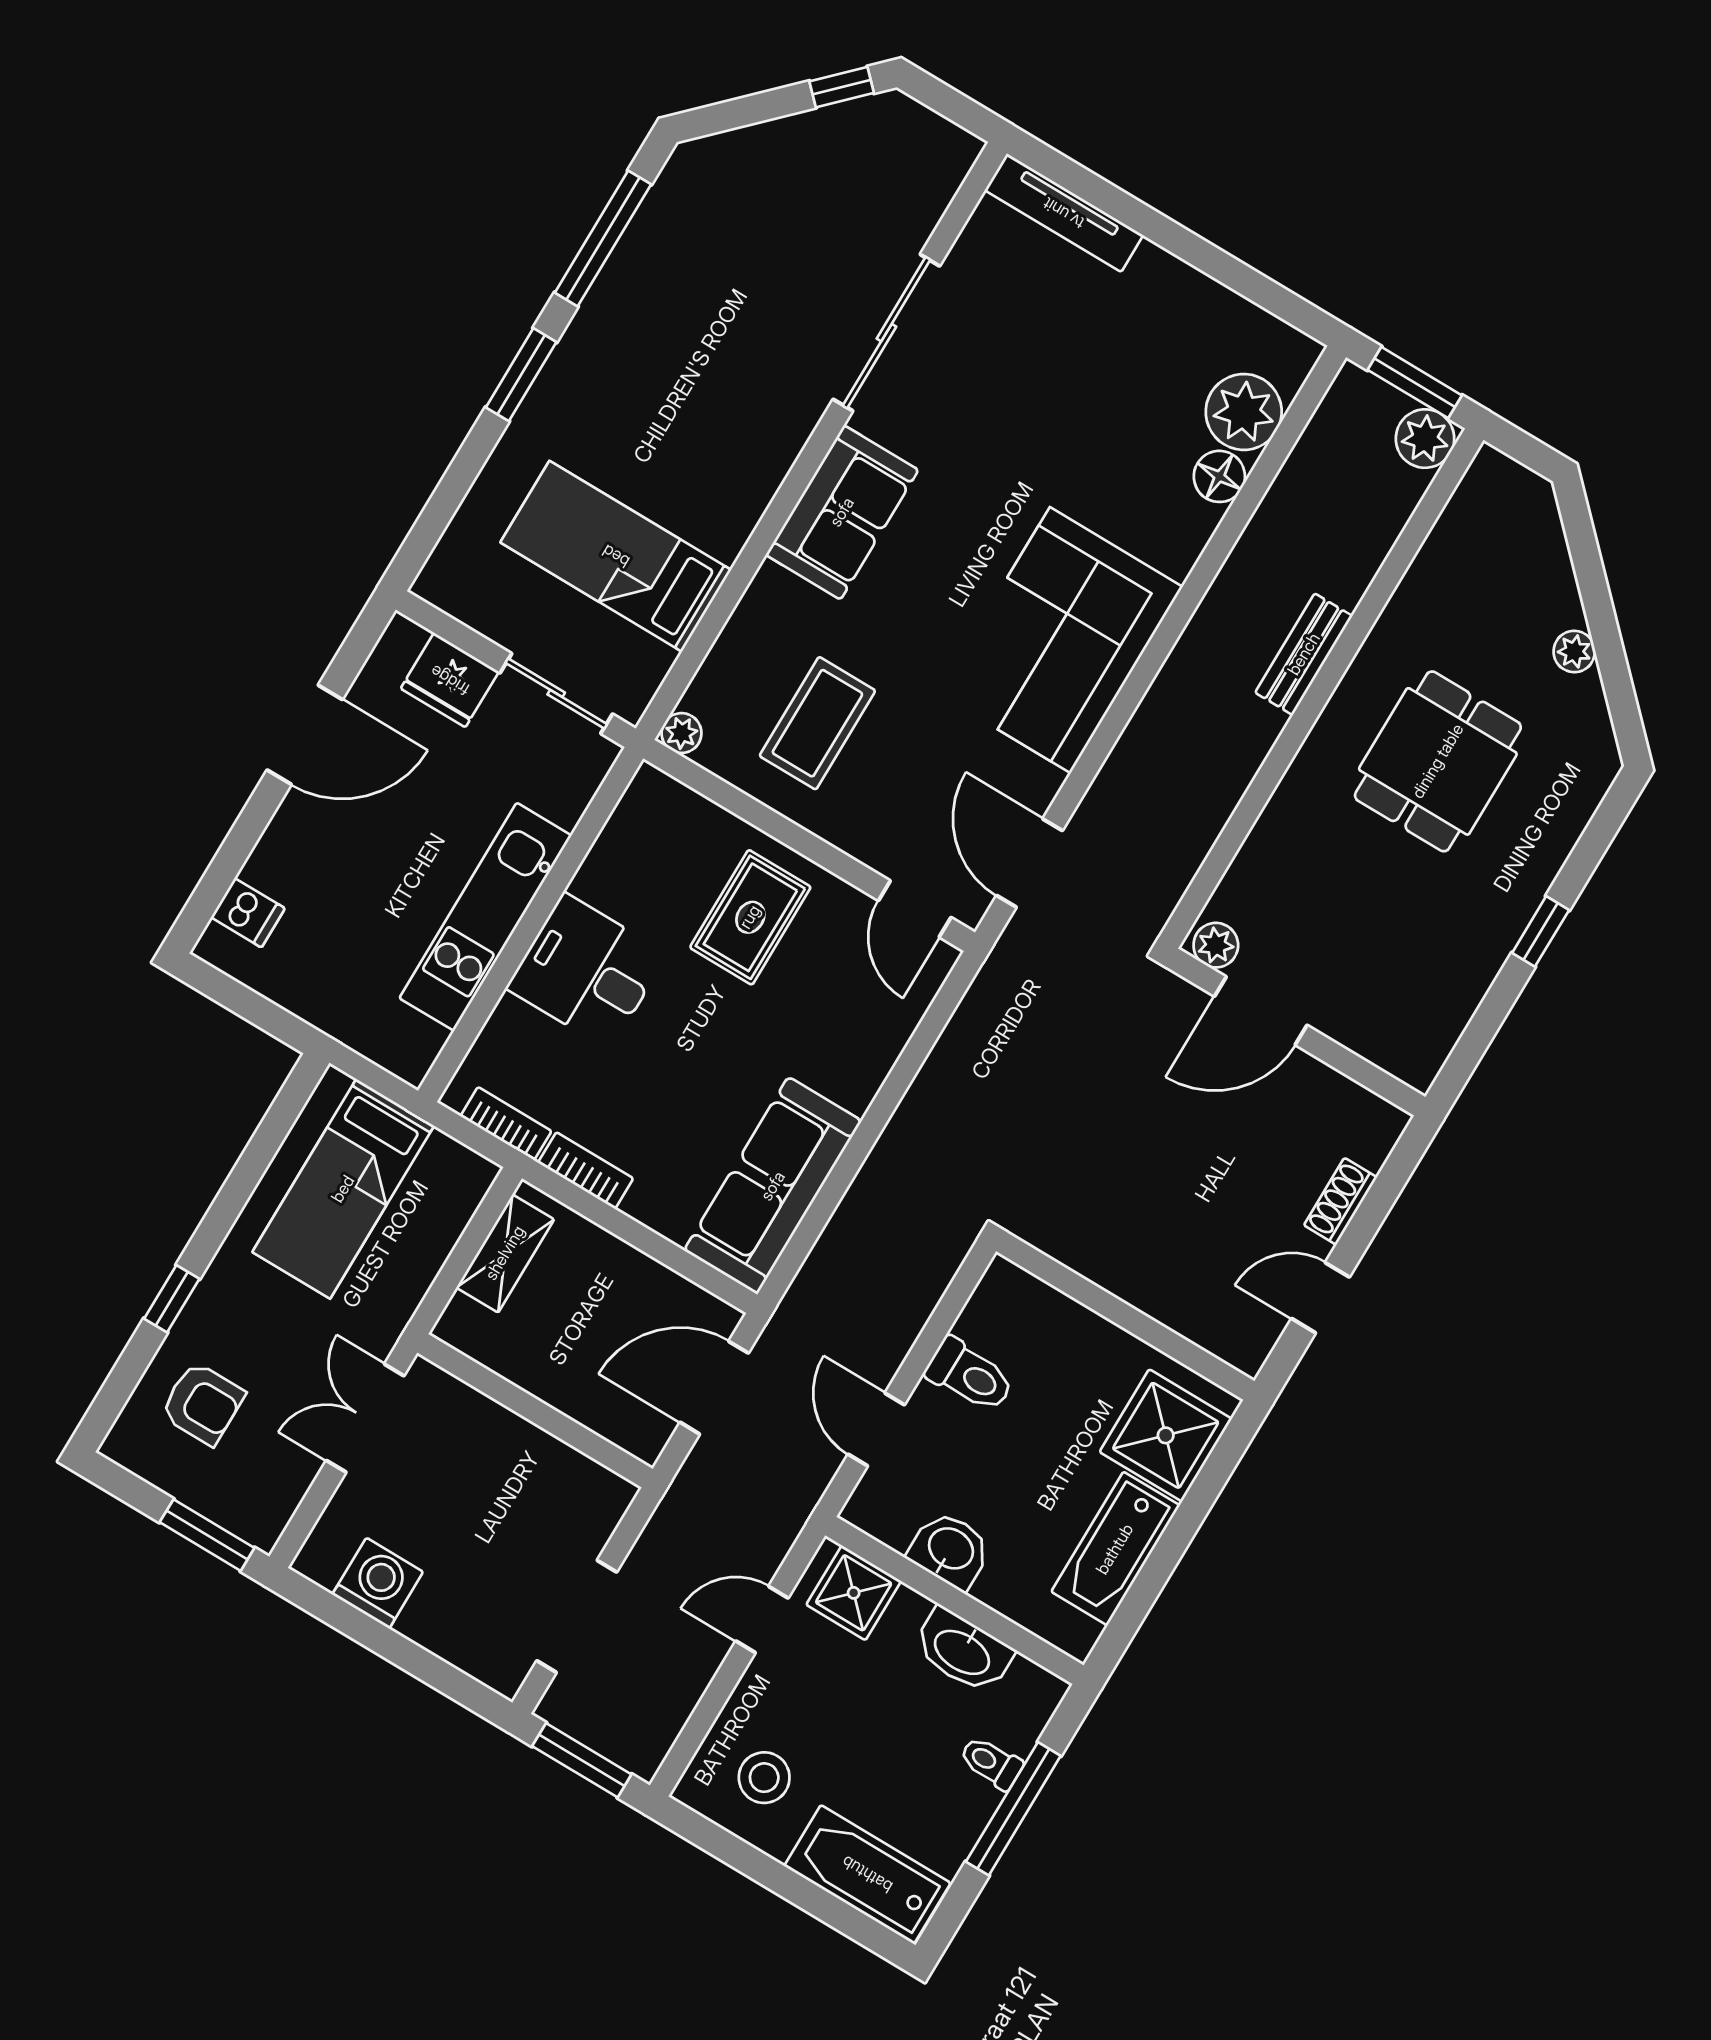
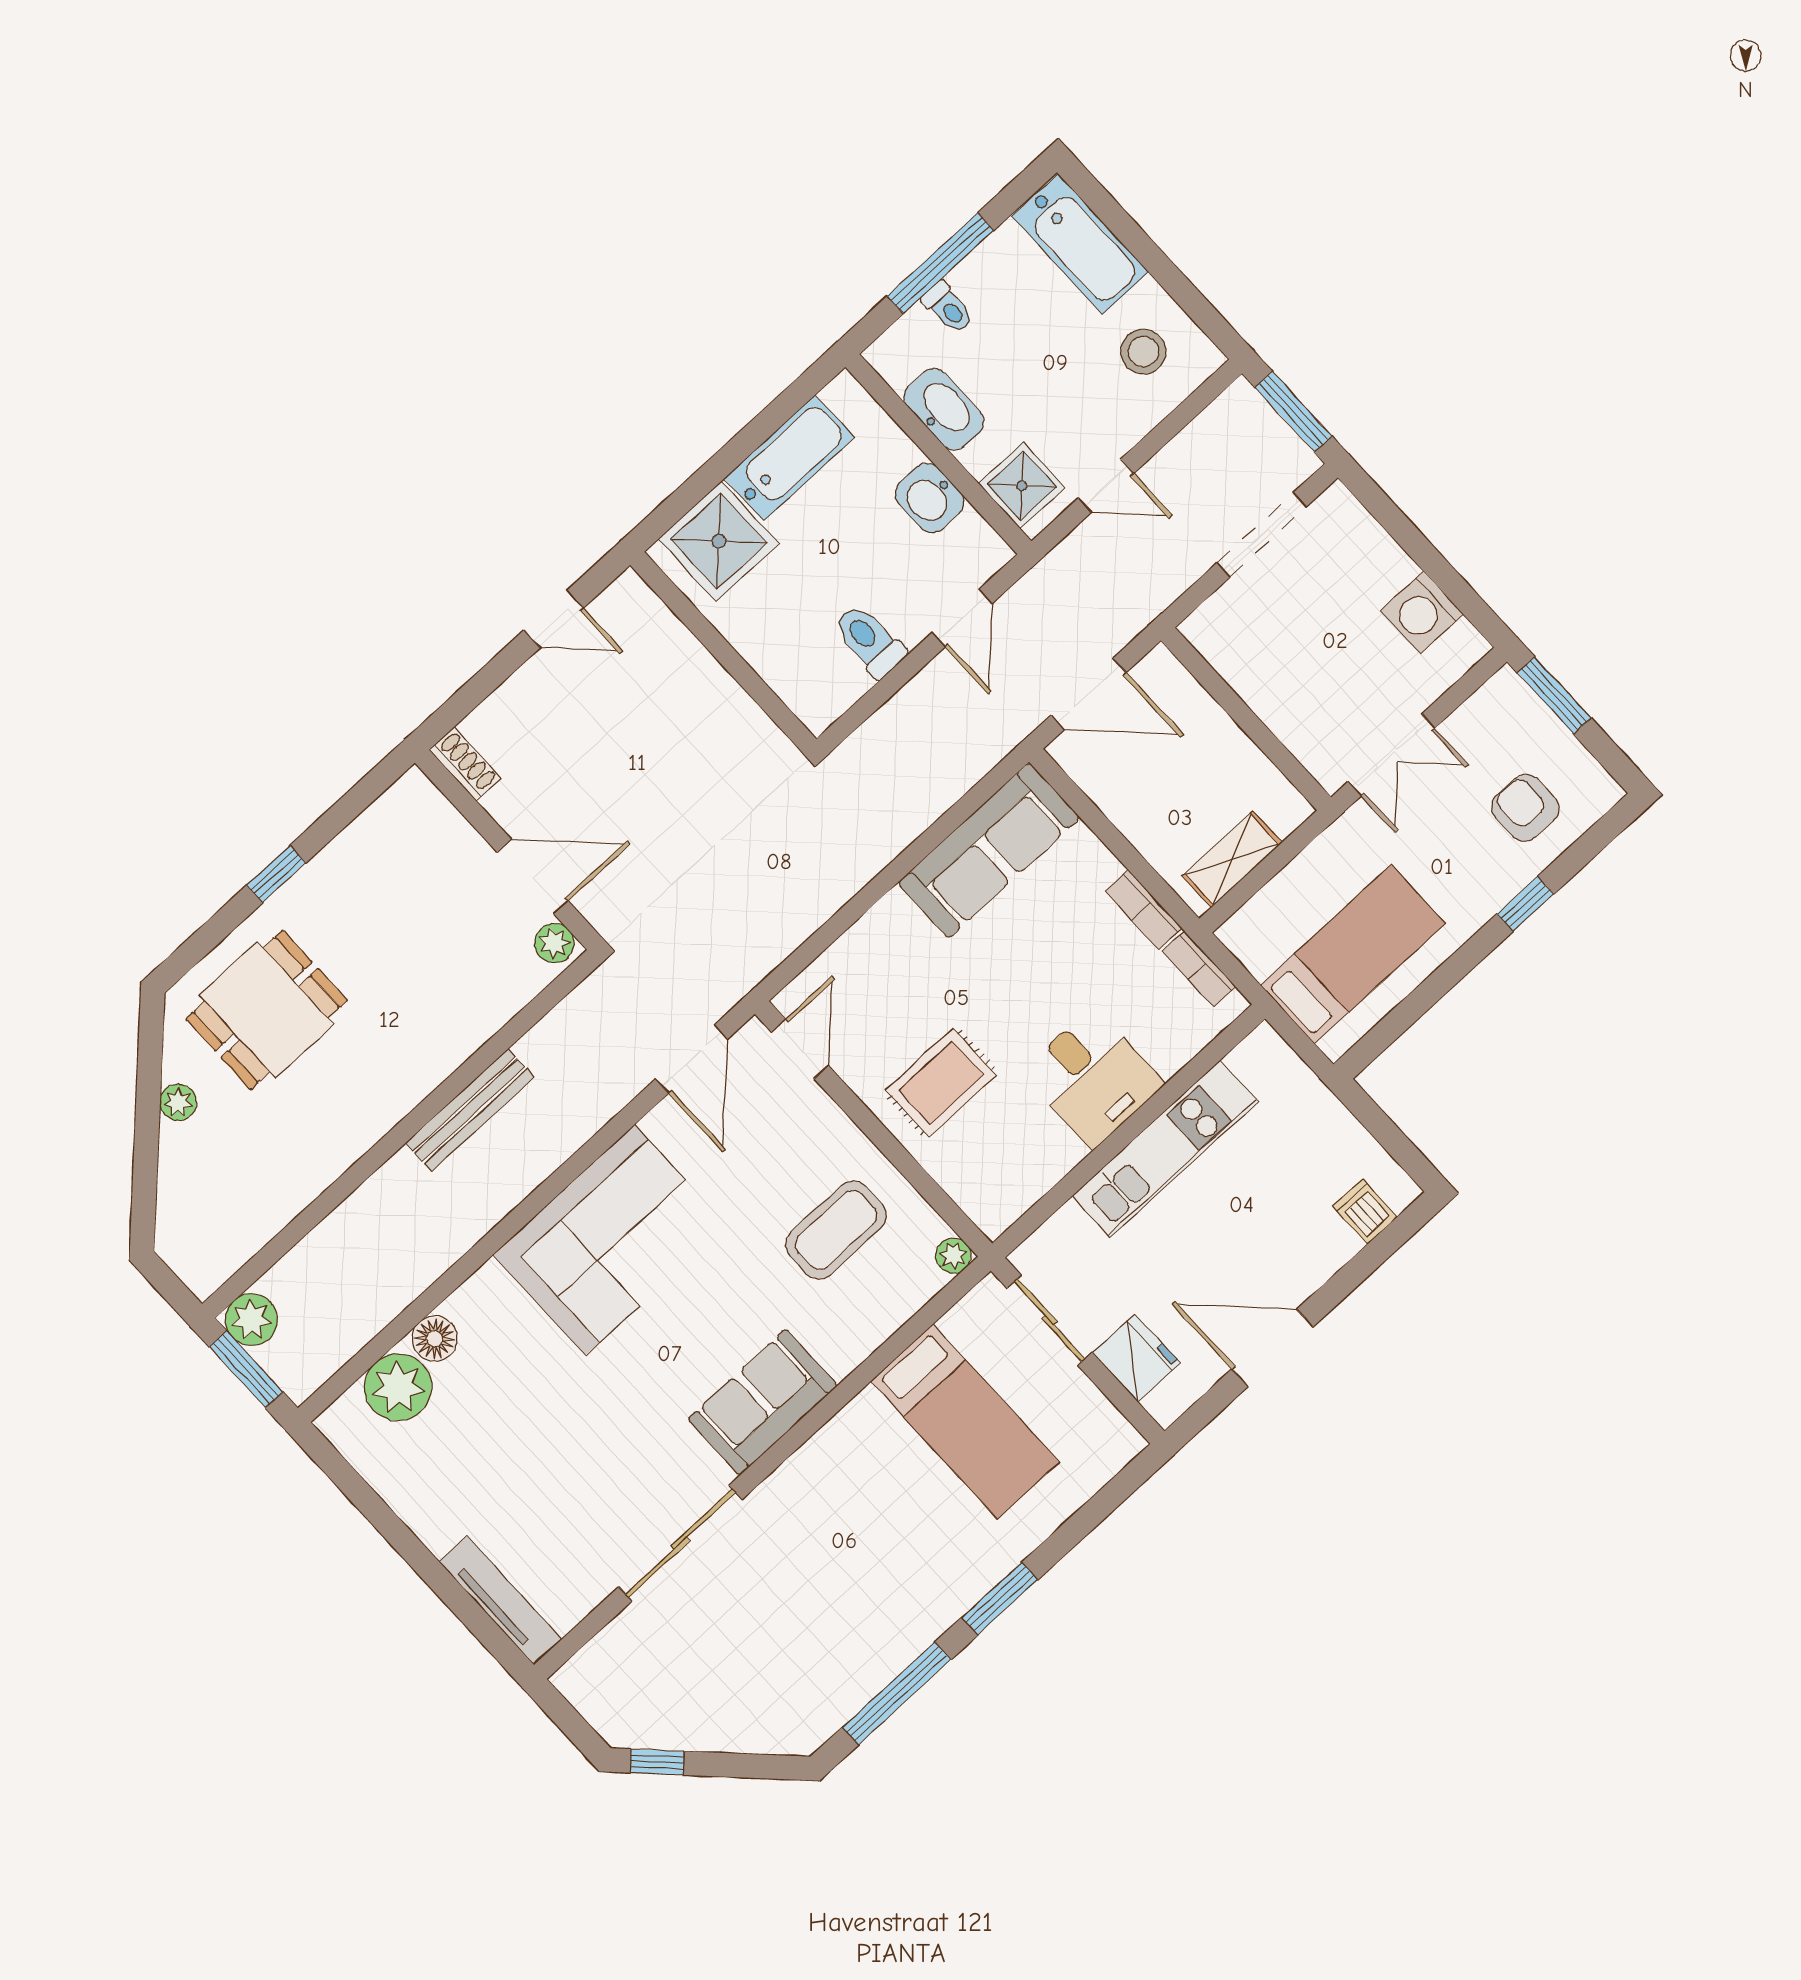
bench: (1304, 654) -> (470, 1110), moved, width x1.36
dining table: (1438, 761) -> (267, 1010), moved
shoe rack: (1340, 1201) -> (465, 764), moved, turned -90

